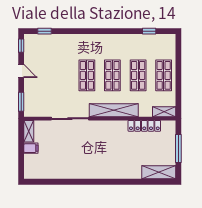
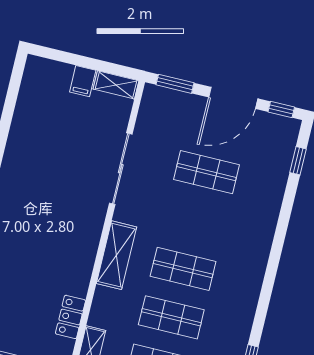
door: (21, 71) -> (233, 98), width x1.87
shop shelf: (87, 75) -> (206, 172), moved
shelving: (114, 110) -> (116, 255), width x0.68
locker: (144, 126) -> (71, 317), width x0.66

